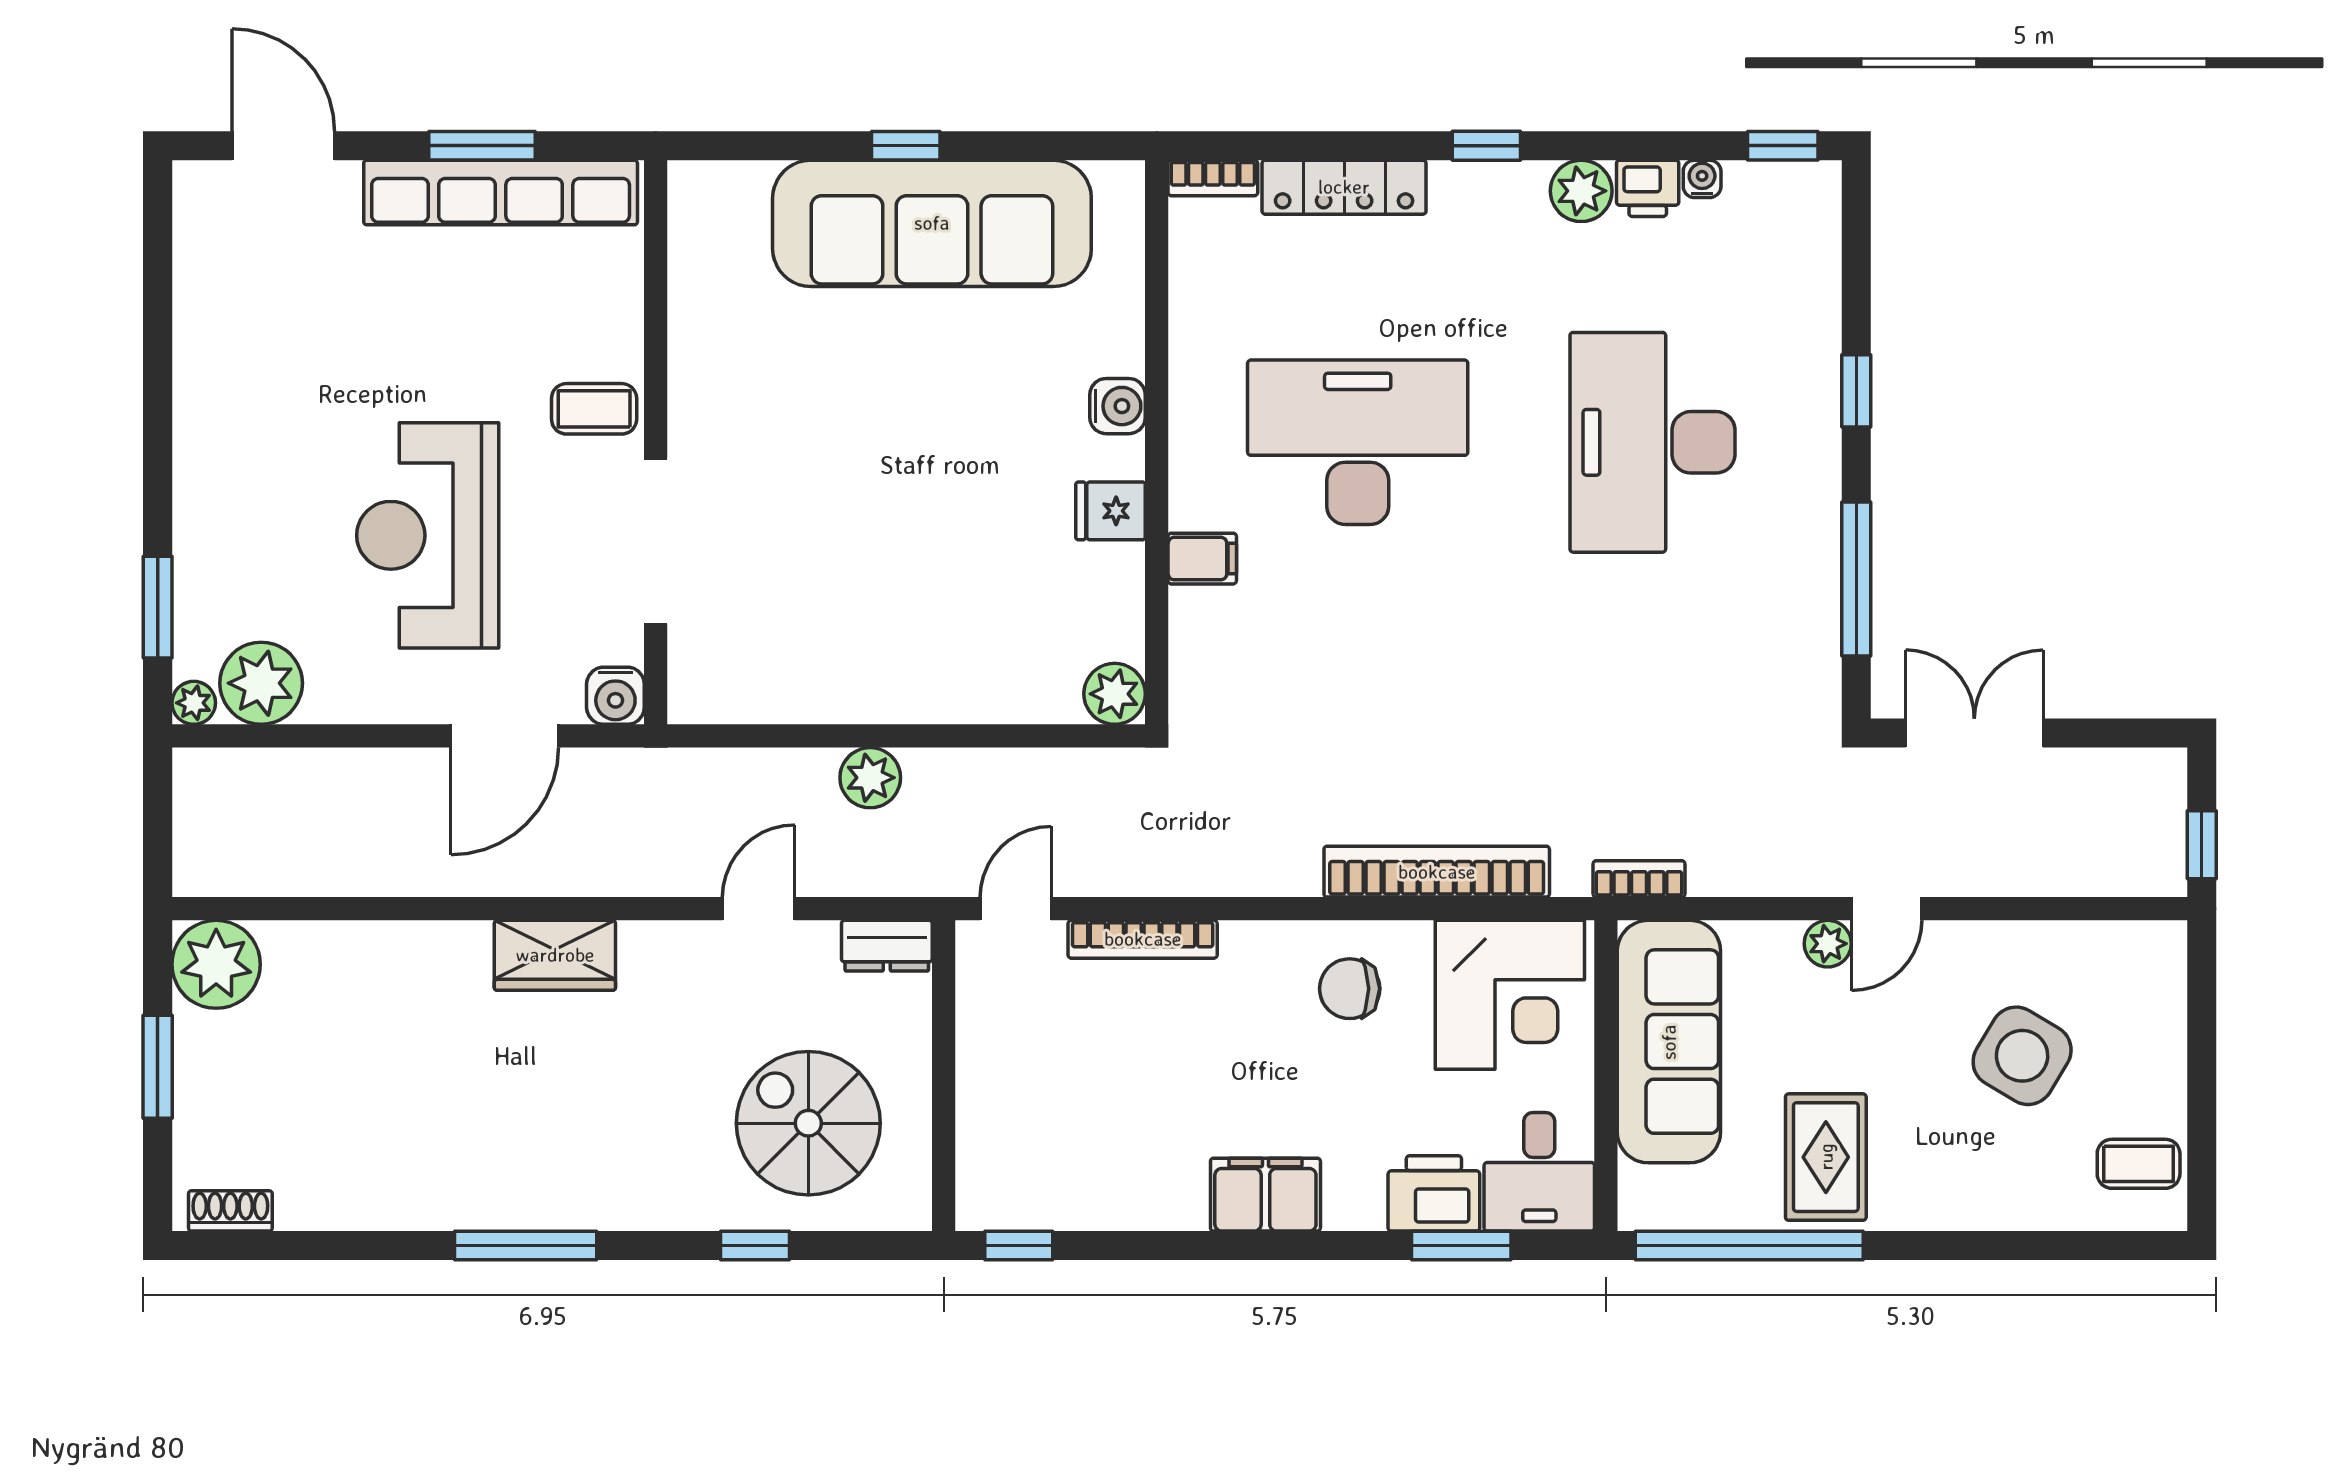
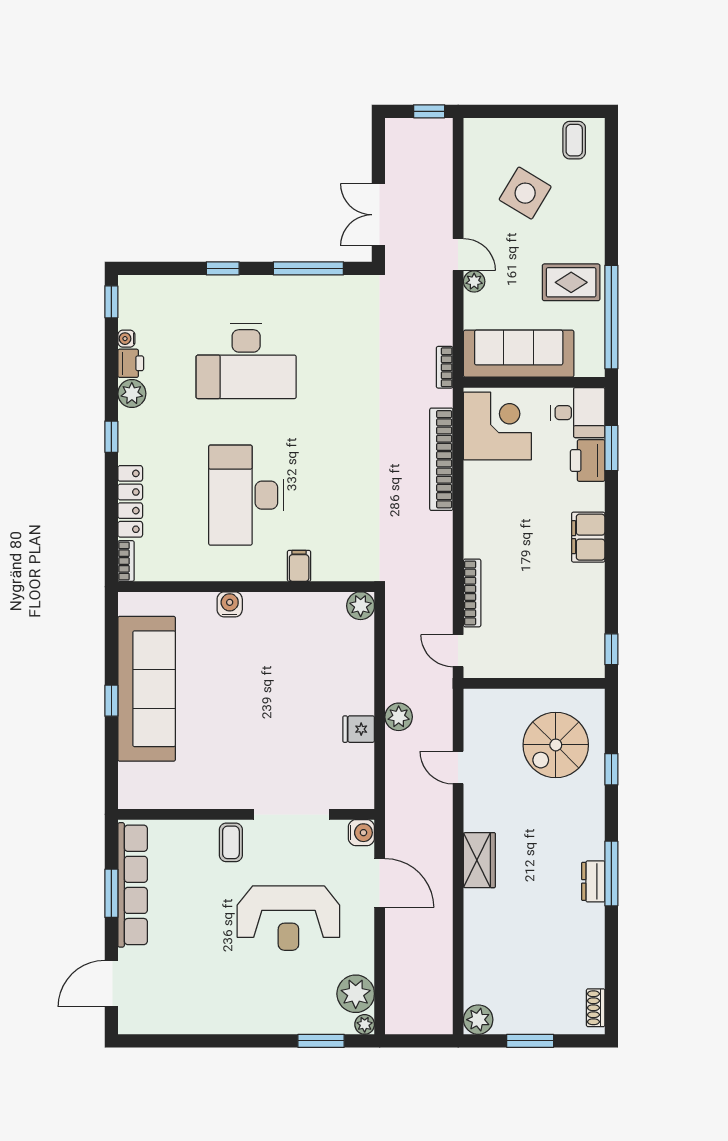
fridge: (1111, 511) -> (359, 729), moved, turned 90
dresser: (887, 946) -> (593, 881), moved, turned 180
plant: (216, 964) -> (478, 1020), width x0.73, depth x0.73
chair: (1350, 989) -> (495, 499), removed

